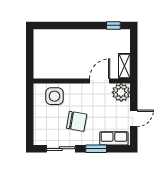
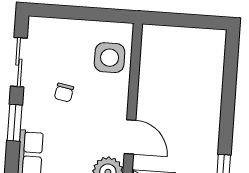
chair: (77, 121) -> (64, 93), width x0.54, depth x0.54

